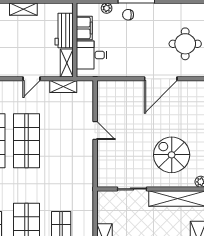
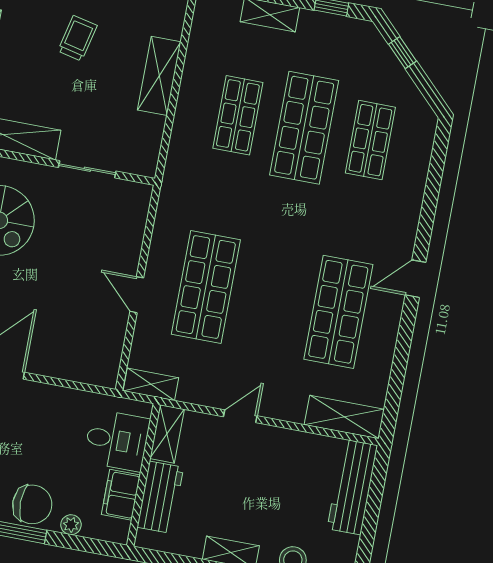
chair: (128, 15) -> (32, 504), width x1.87, depth x1.87
shelving: (63, 87) -> (151, 384), moved
shop shelf: (26, 141) -> (206, 287), moved

